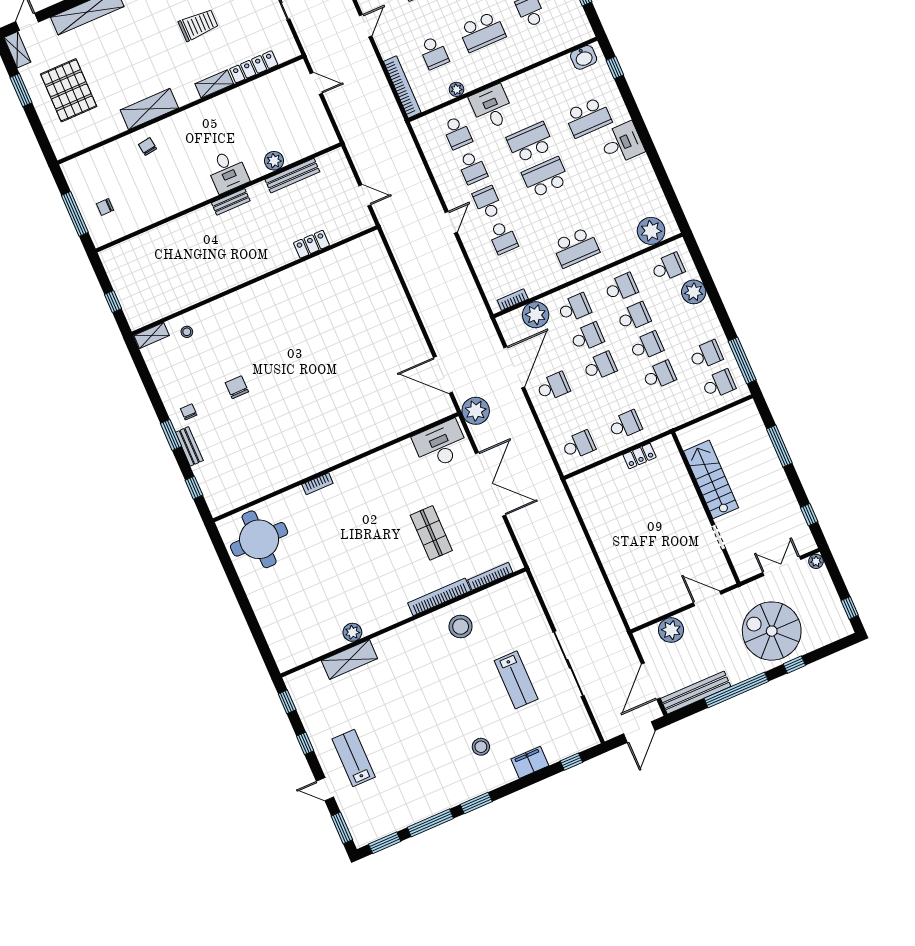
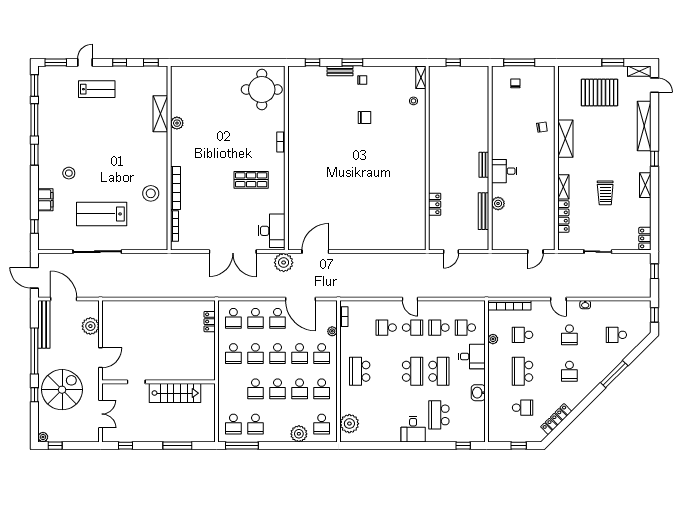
washbasin: (584, 57) -> (478, 393), moved
plant: (536, 315) -> (332, 331), width x0.53, depth x0.53
school desk: (613, 396) -> (255, 354), added
school desk: (566, 416) -> (255, 318), added
locker: (640, 456) -> (210, 322), moved
shop shelf: (431, 533) -> (251, 180), moved
plant: (816, 561) -> (43, 437), moved
lab bench: (516, 680) -> (102, 214), width x1.36, depth x1.39

